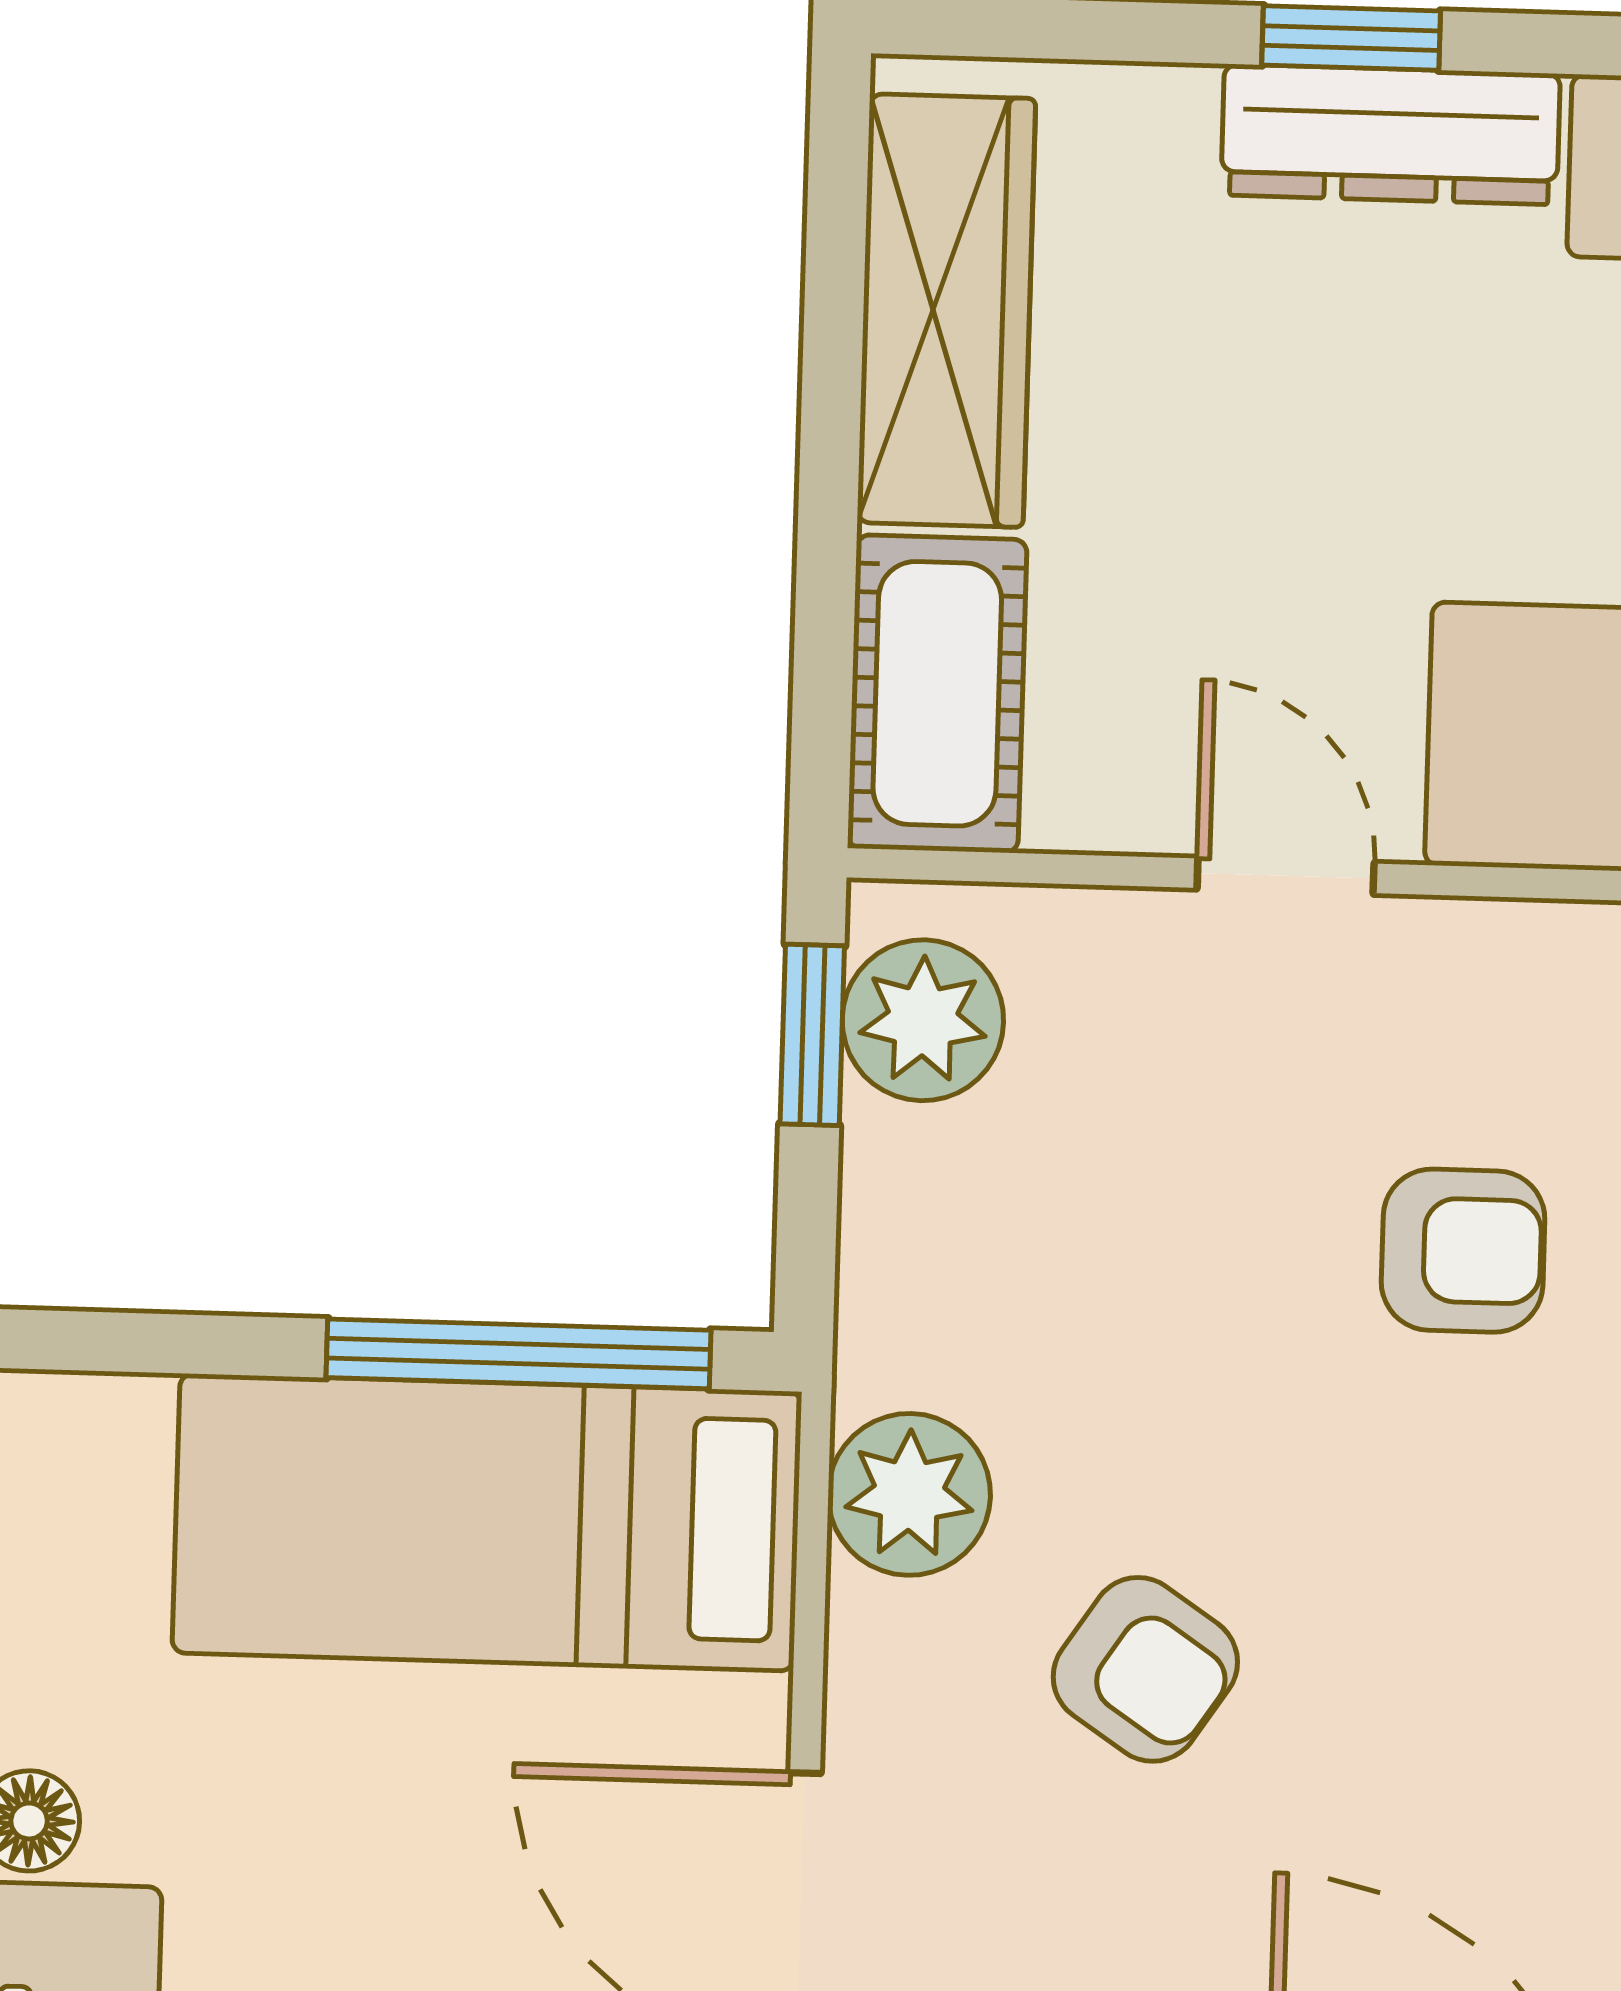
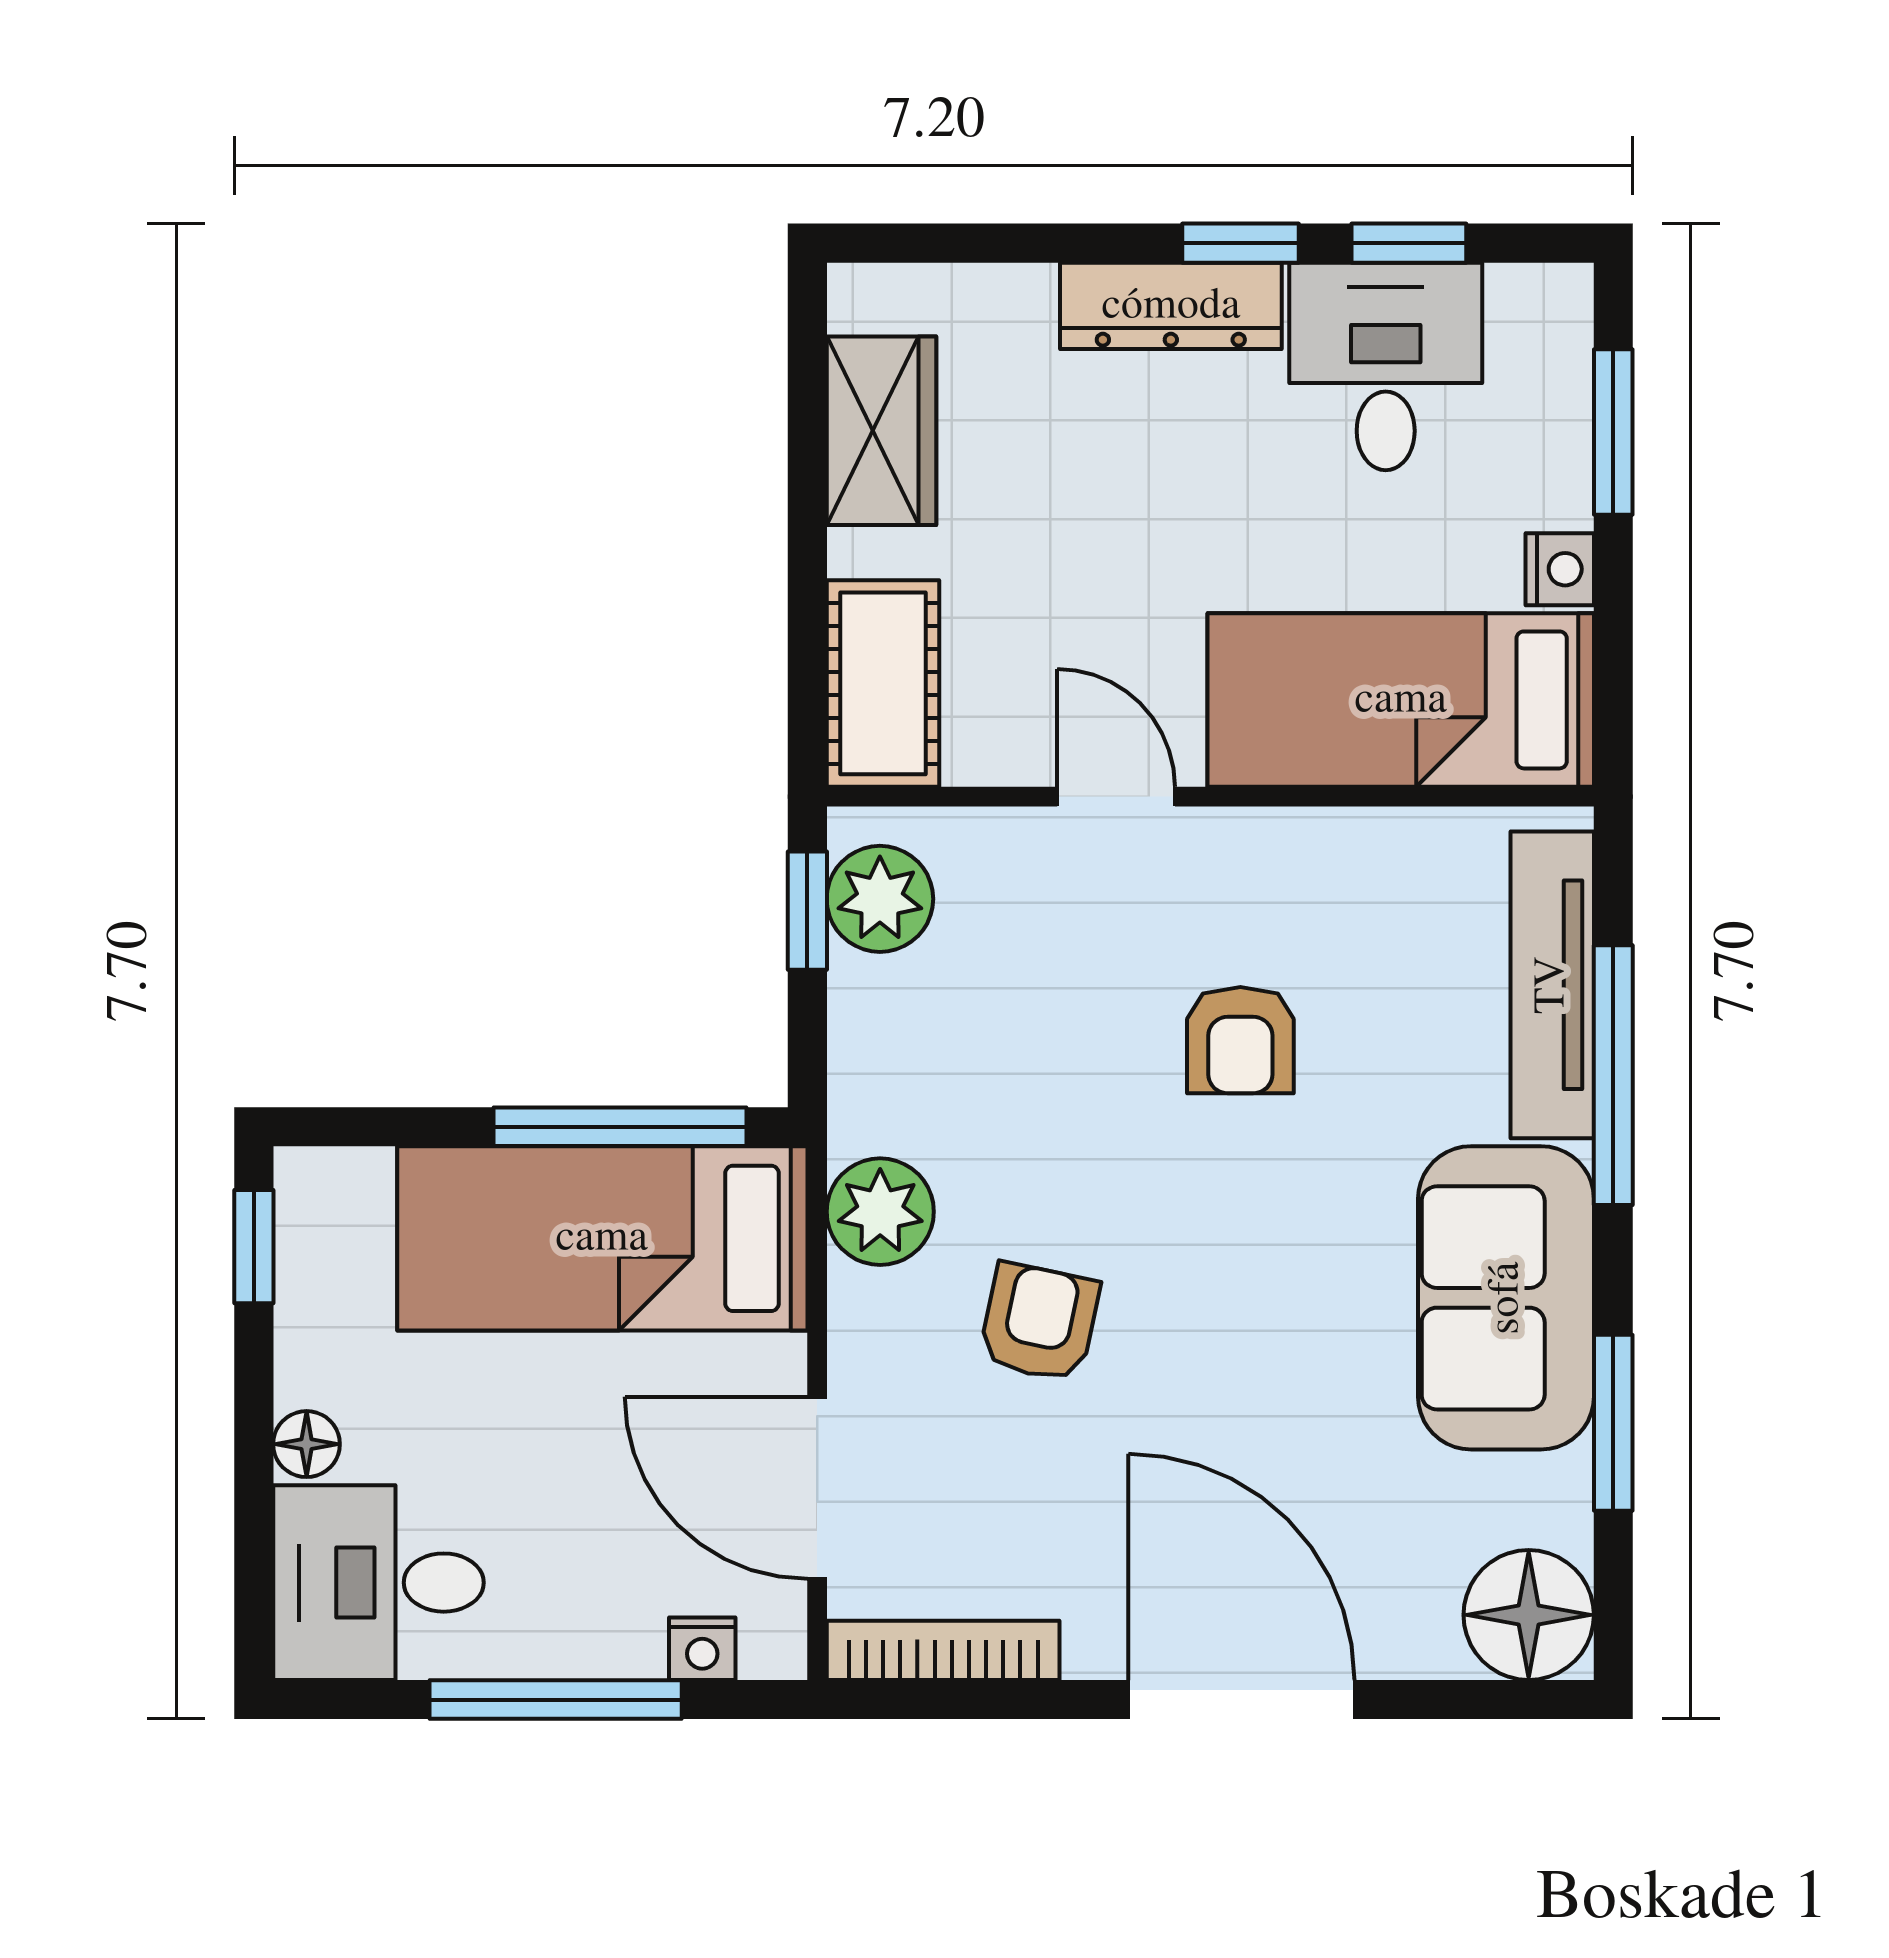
window: (1351, 38) -> (1241, 243), moved
wardrobe: (946, 311) -> (881, 431), width x0.67
armchair: (1463, 1251) -> (1240, 1040), turned 90
armchair: (1145, 1669) -> (1039, 1322), turned -112

